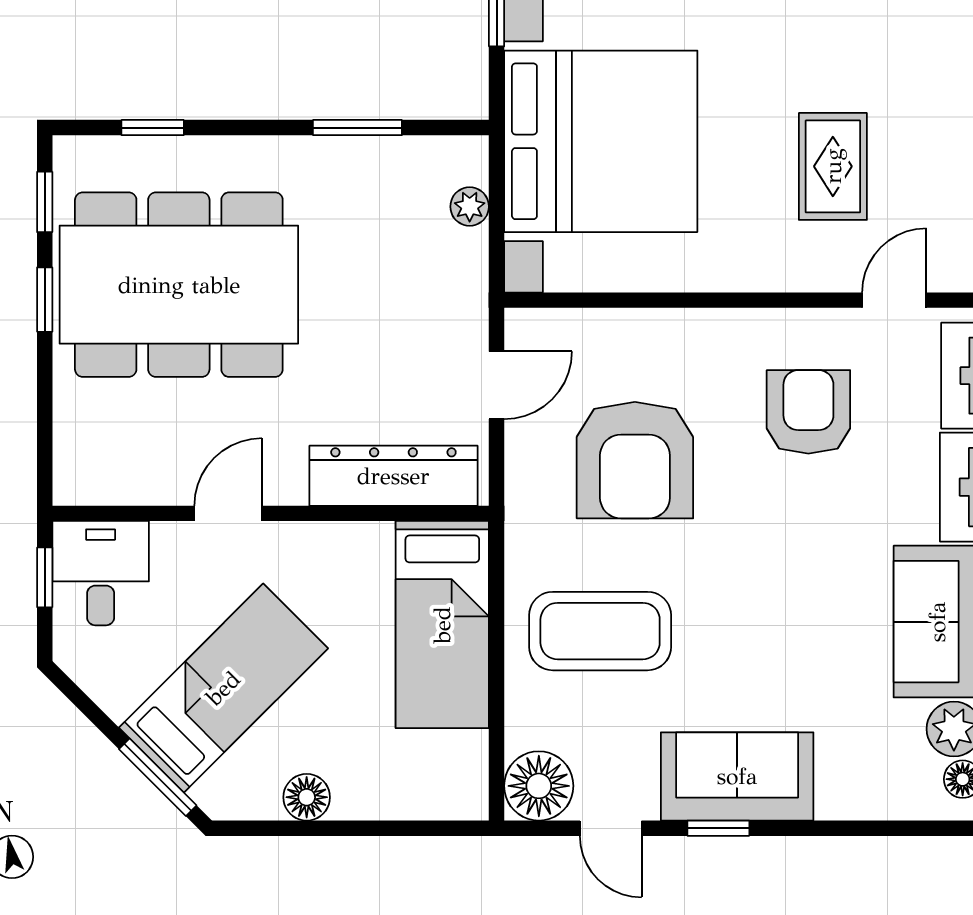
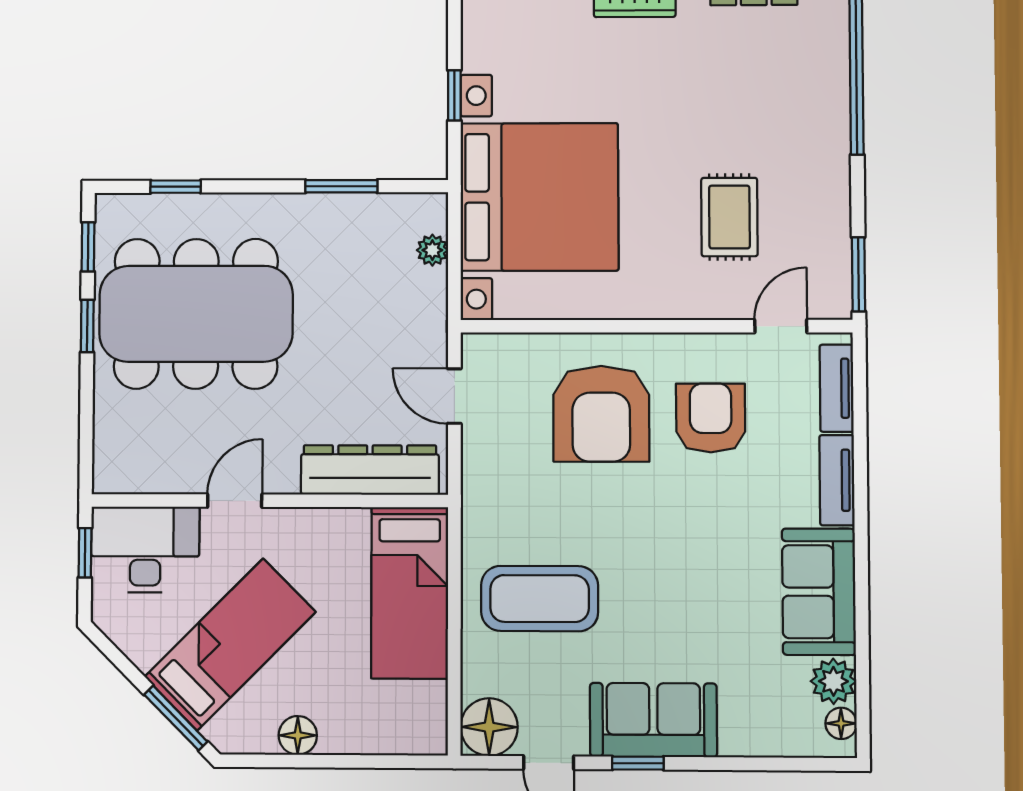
door: (497, 385) -> (454, 396), swing flipped
armchair: (635, 460) -> (601, 414), moved
desk: (101, 573) -> (145, 549), width x1.37

